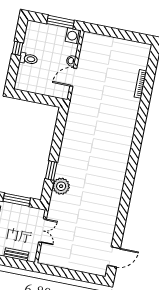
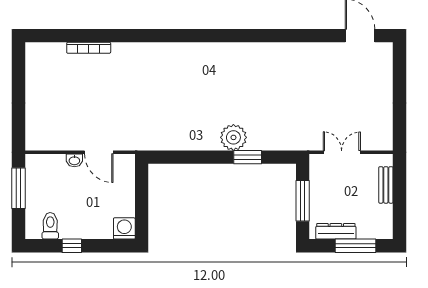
washing machine: (73, 36) -> (124, 228), moved, turned 180
toilet: (29, 59) -> (50, 226), moved
plant: (61, 186) -> (233, 137), moved

